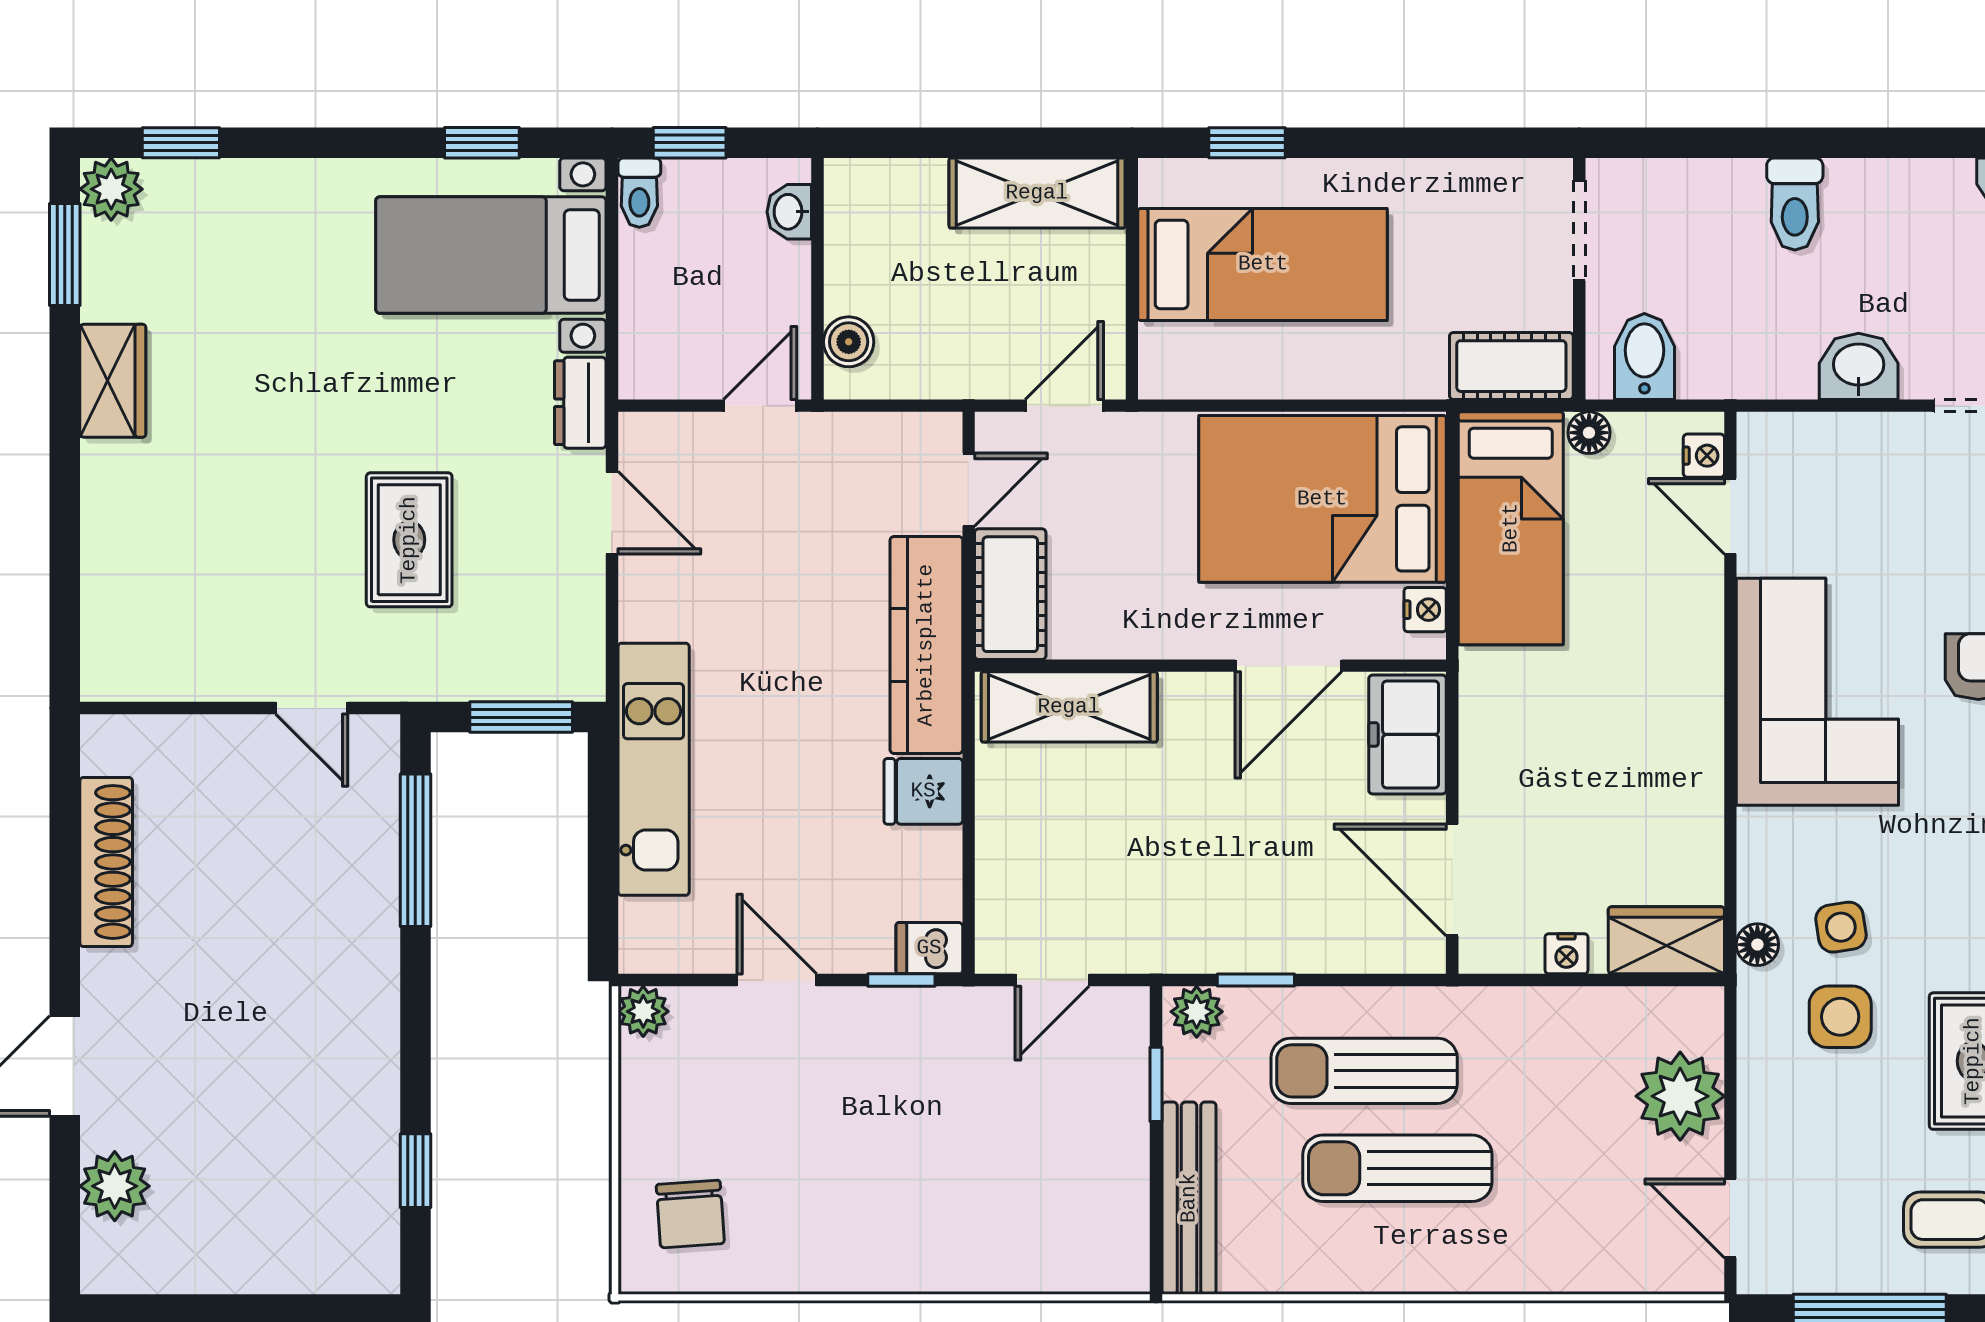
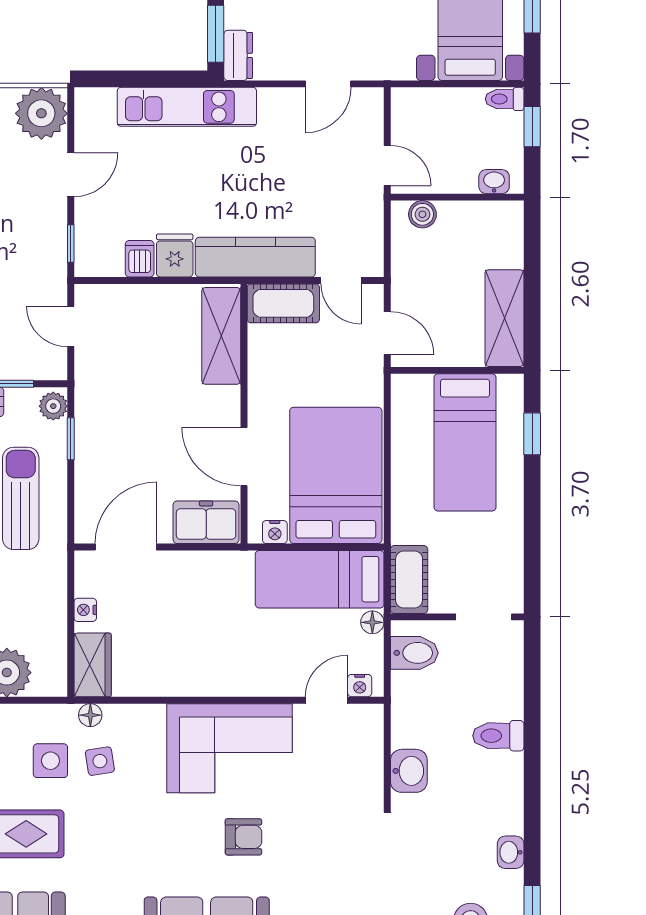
dresser: (580, 403) -> (238, 55), moved, turned 90
dishwasher: (929, 948) -> (140, 259), moved
plant: (643, 1011) -> (41, 113), width x1.87, depth x1.87

